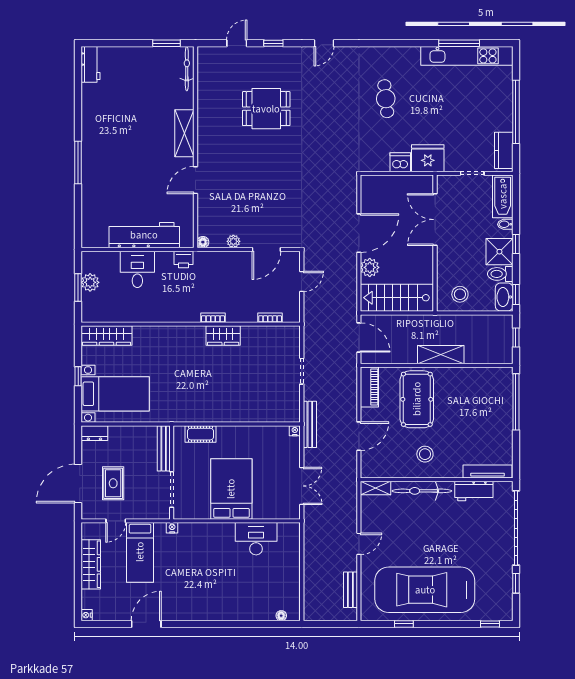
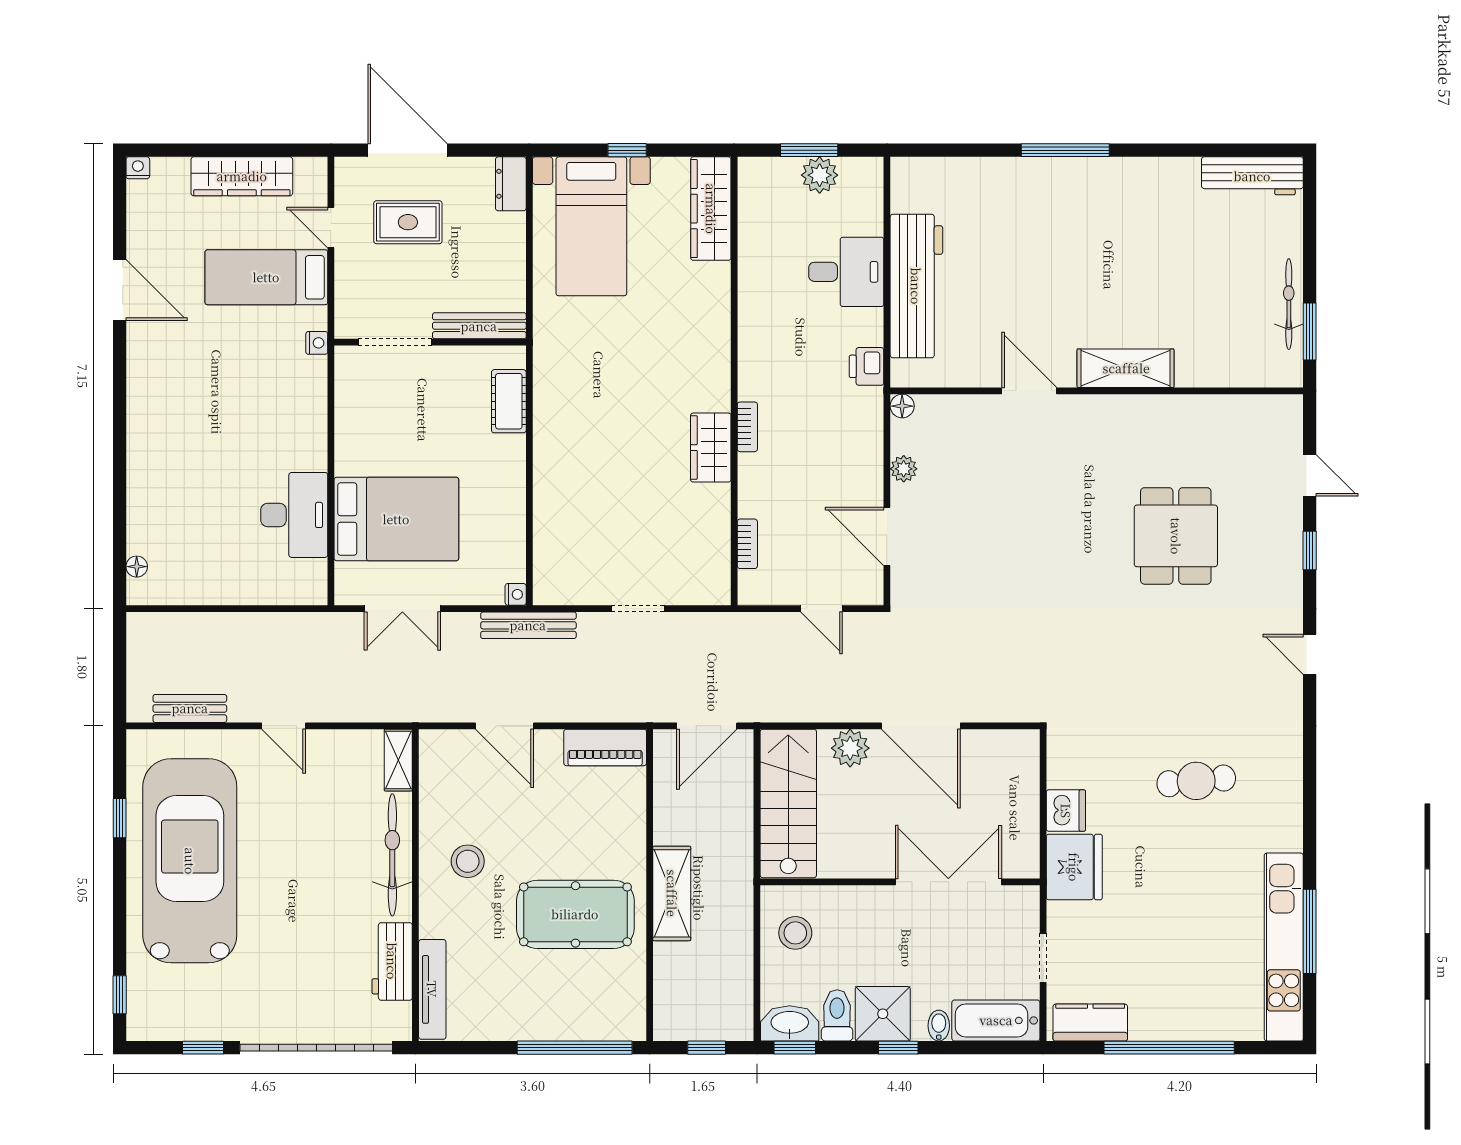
workbench: (91, 64) -> (1252, 176), width x1.38
bicycle: (187, 69) -> (1289, 304), moved, turned -90
pool table: (417, 399) -> (575, 914), moved
bed: (231, 489) -> (396, 519), moved

